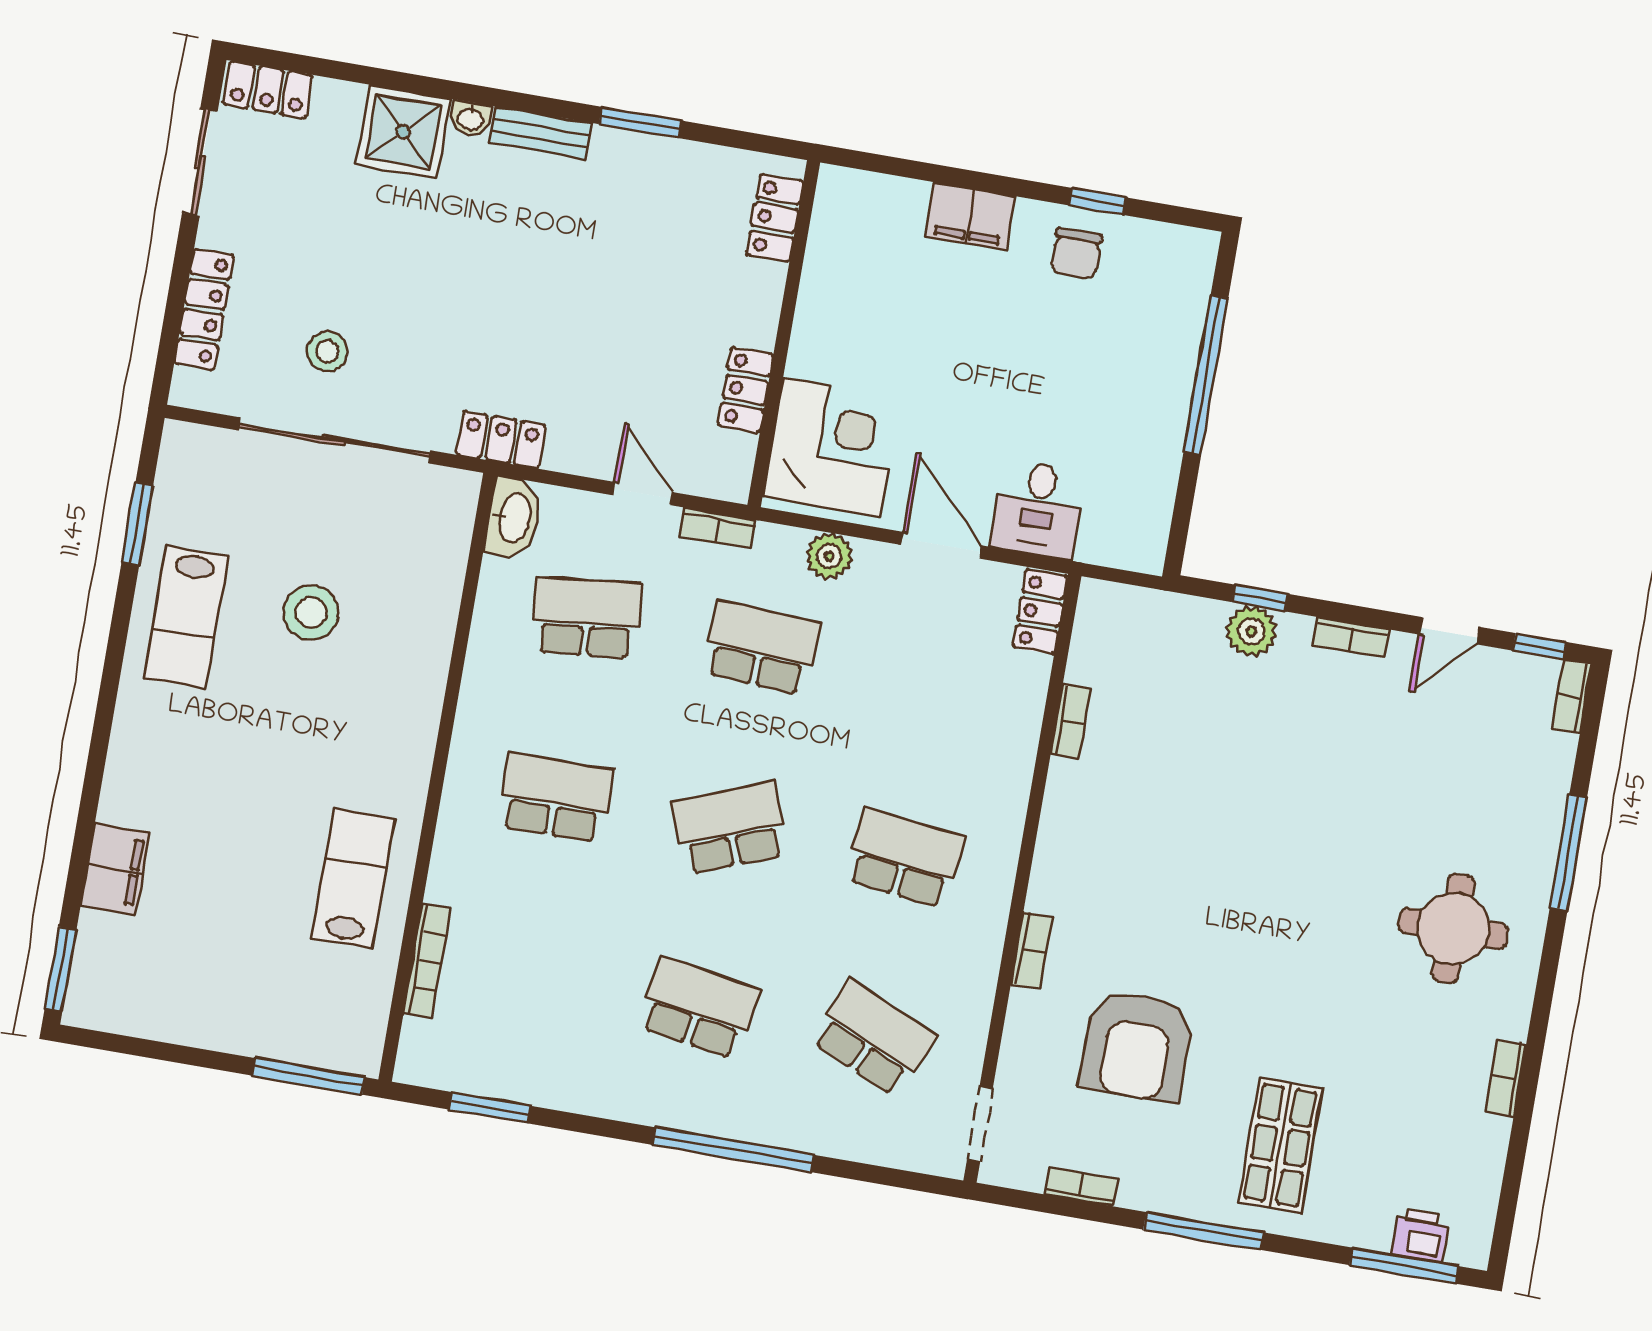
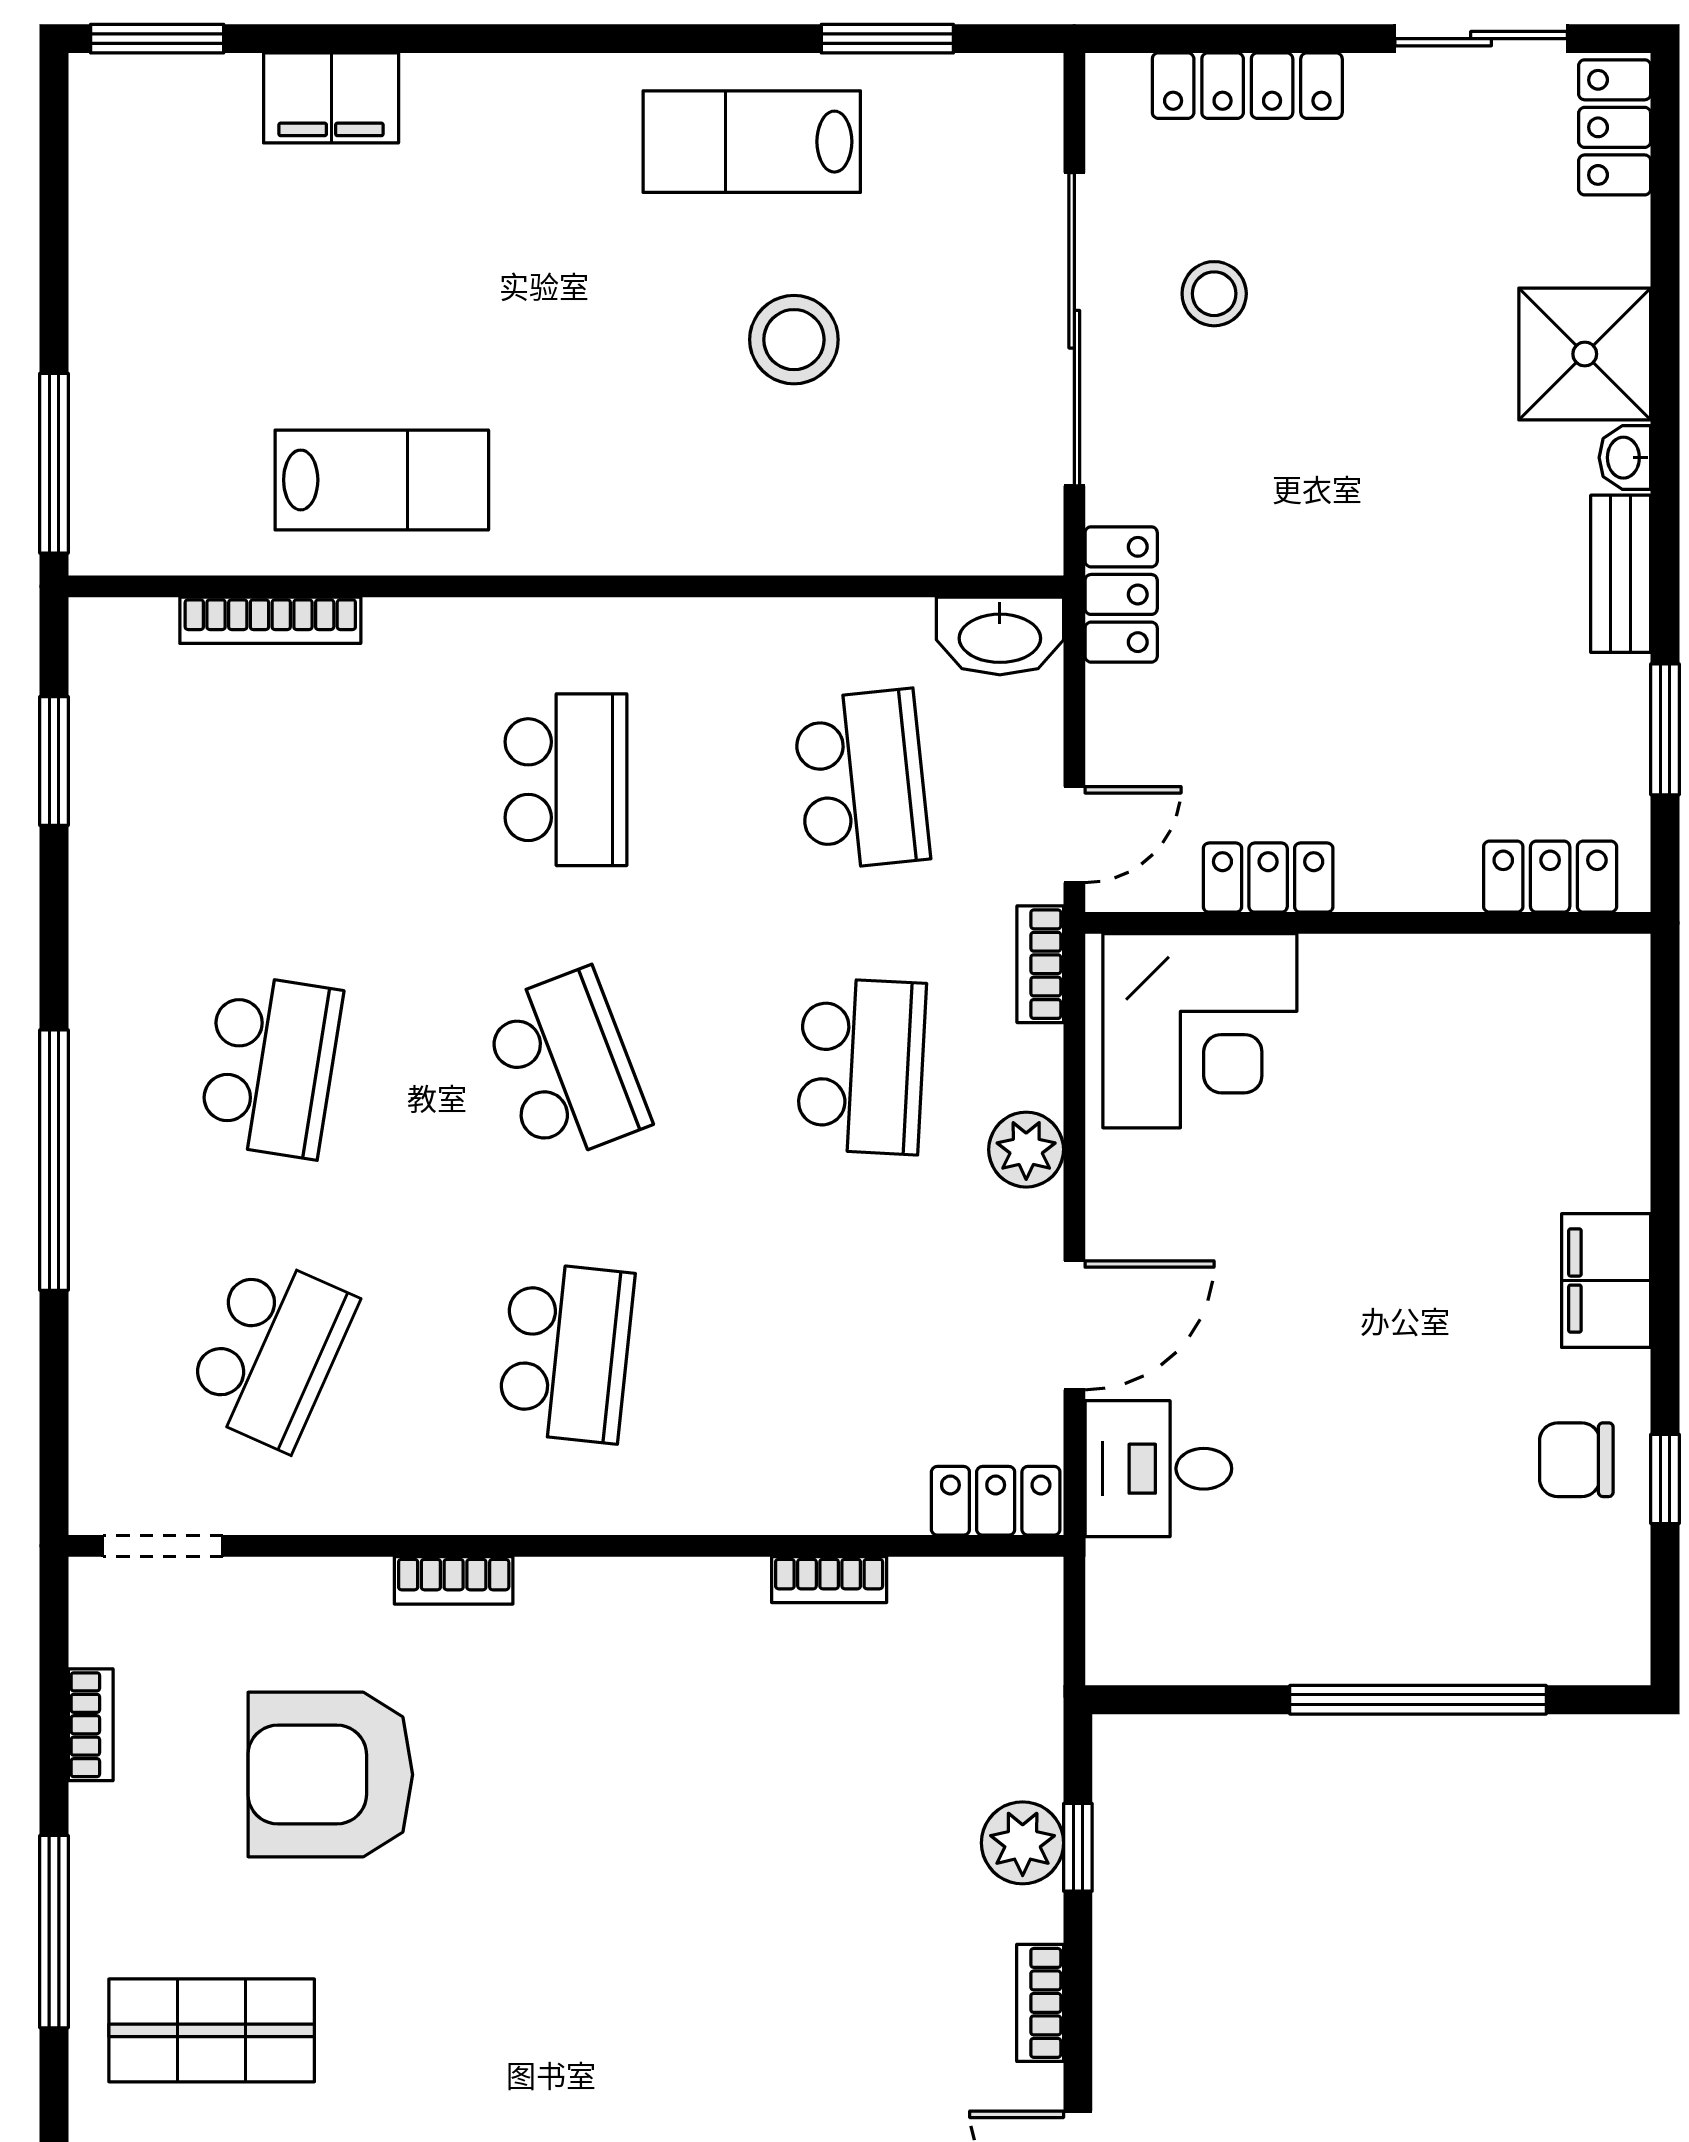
locker: (775, 218) -> (1550, 877), moved
wall: (784, 334) -> (1368, 923), moved
locker: (746, 390) -> (1268, 878), moved
corner desk: (832, 447) -> (1200, 1031), moved

